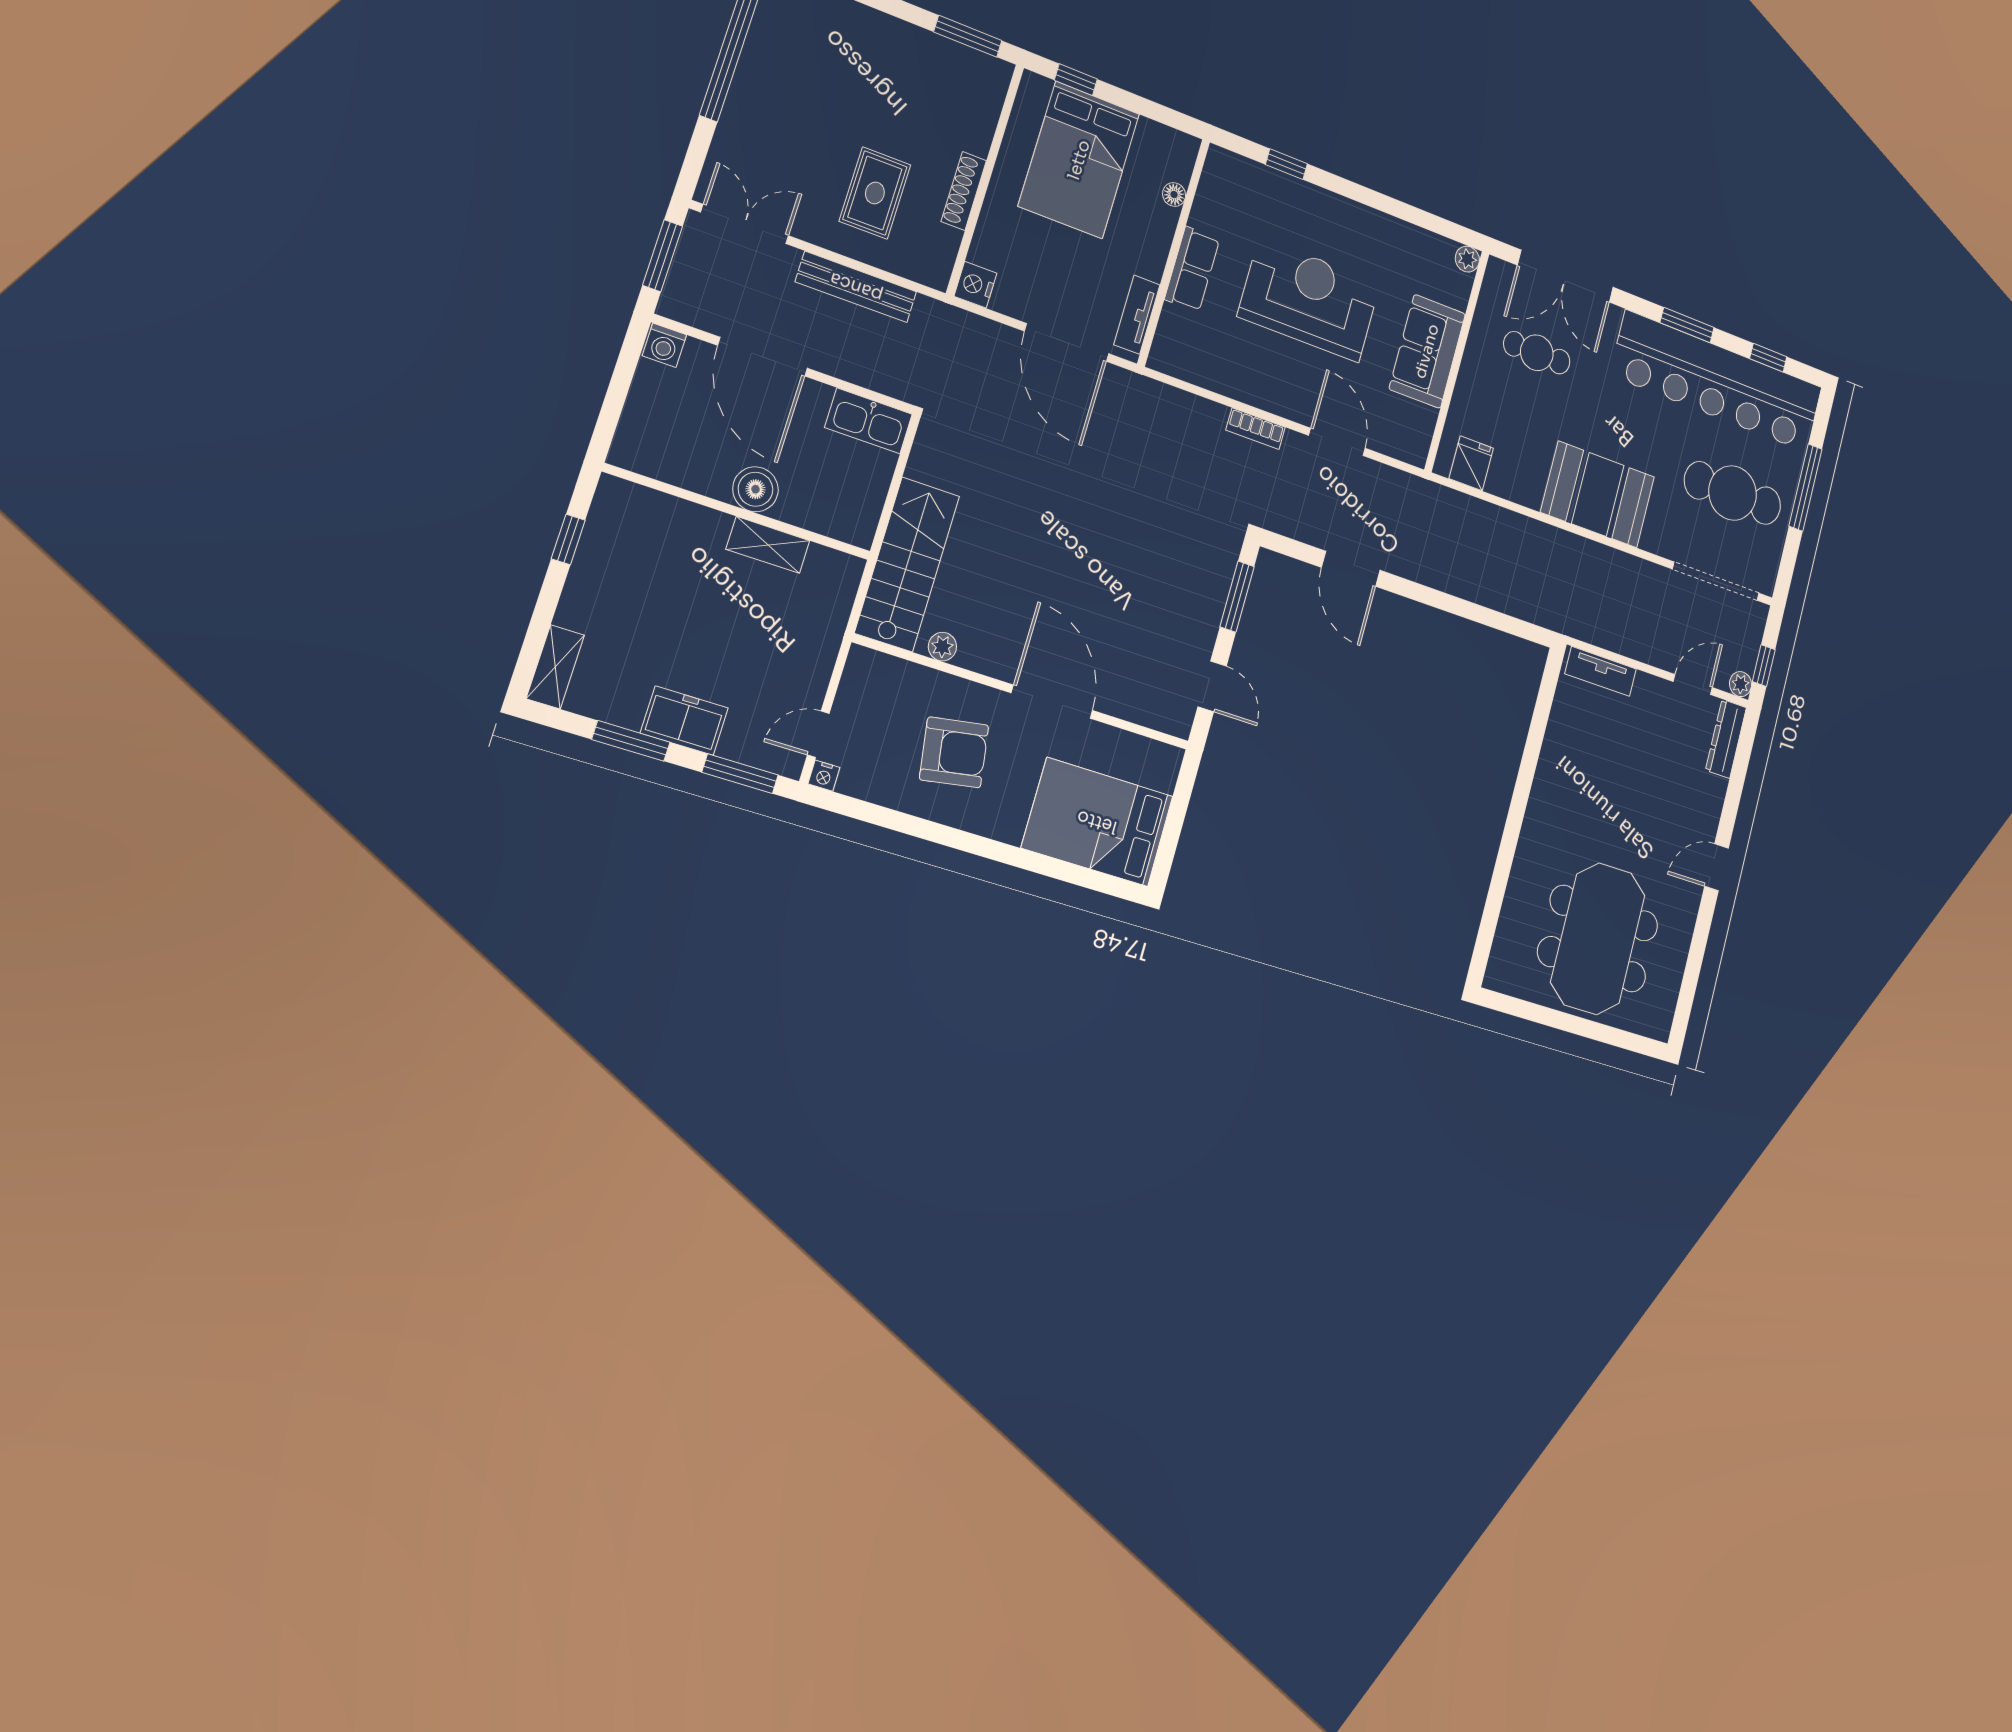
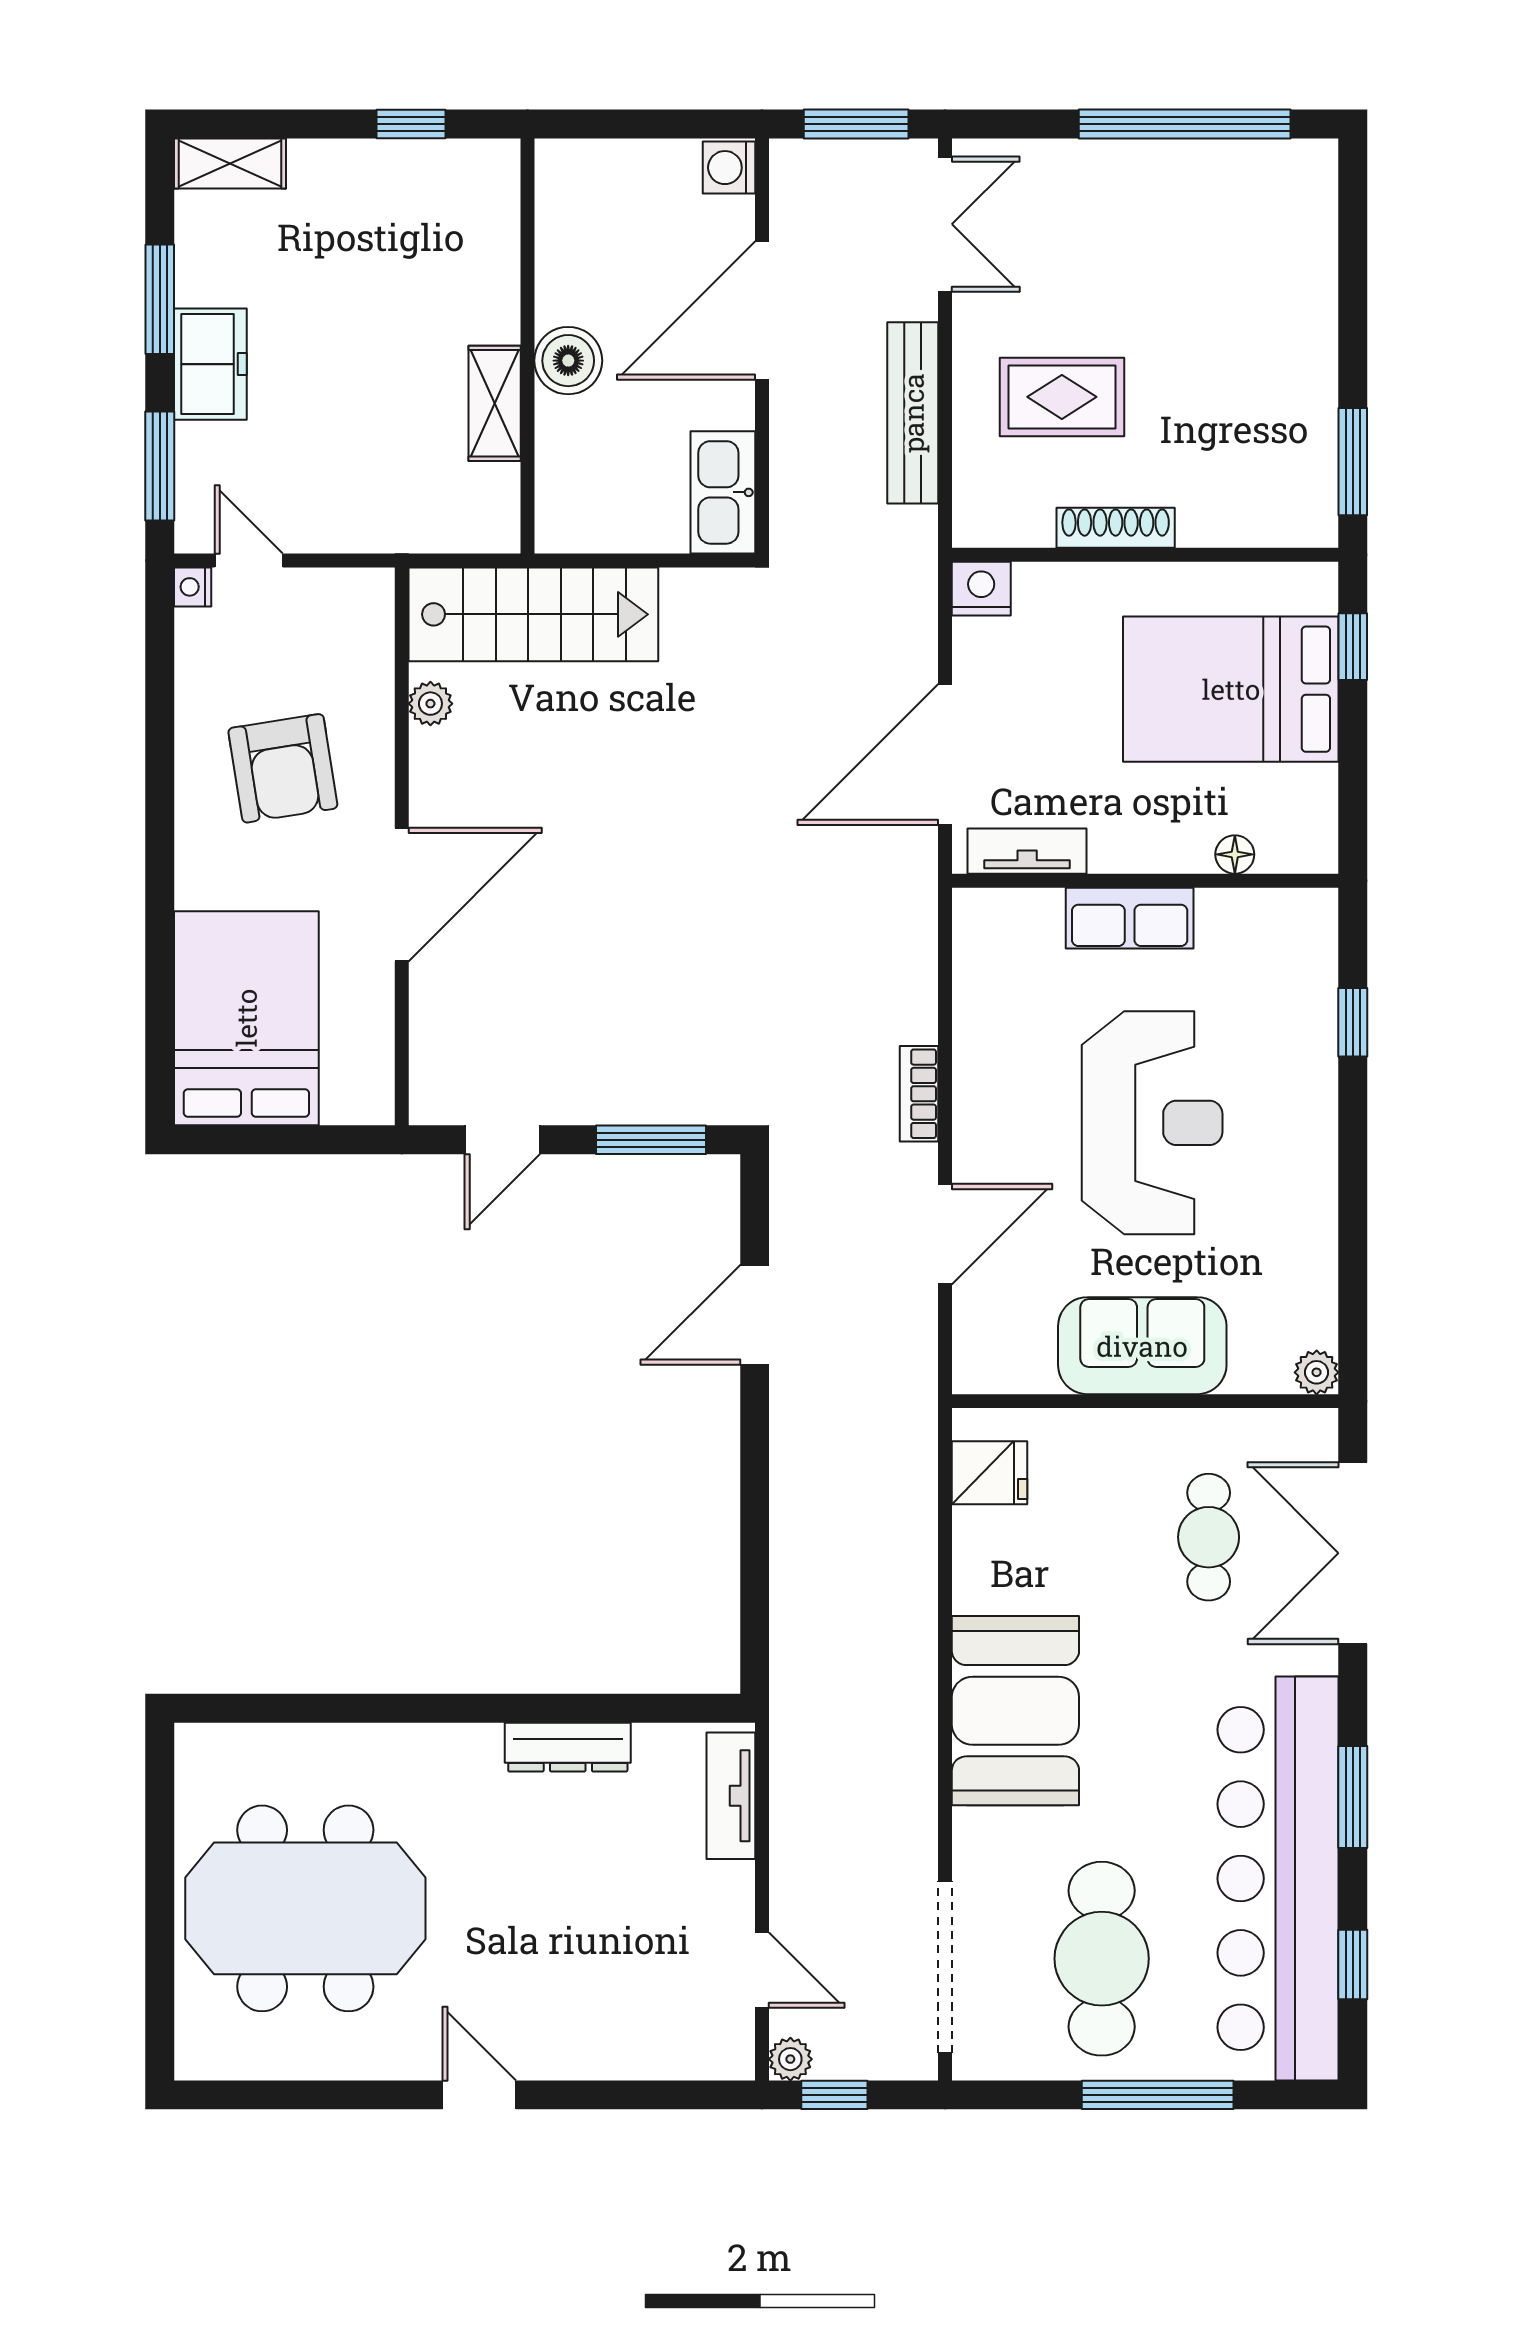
dresser: (1726, 739) -> (568, 1747), moved, turned 180

